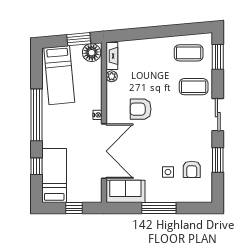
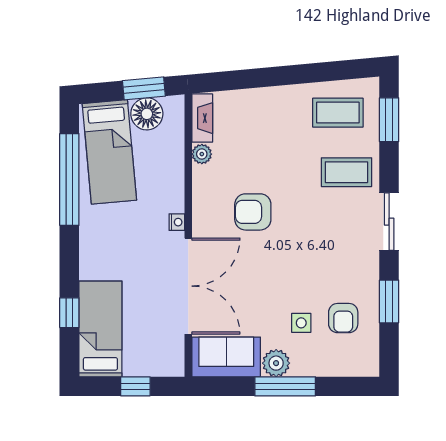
floor lamp: (92, 53) -> (147, 114), moved
window: (37, 115) -> (69, 179), moved
plant: (154, 195) -> (276, 363), added

